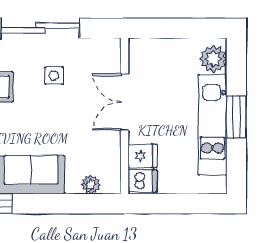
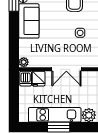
double door: (125, 102) -> (66, 69), swing flipped
plant: (91, 185) -> (24, 62), moved

